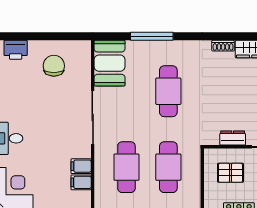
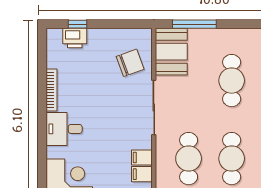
window: (18, 36) -> (78, 24), added
window: (152, 36) -> (194, 24), moved
chair: (54, 66) -> (130, 63), moved, turned 70

